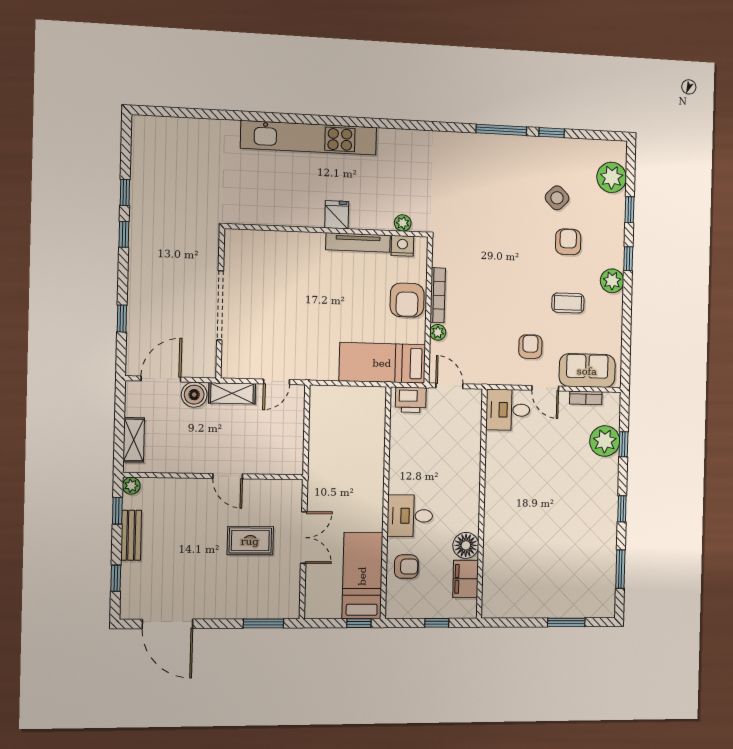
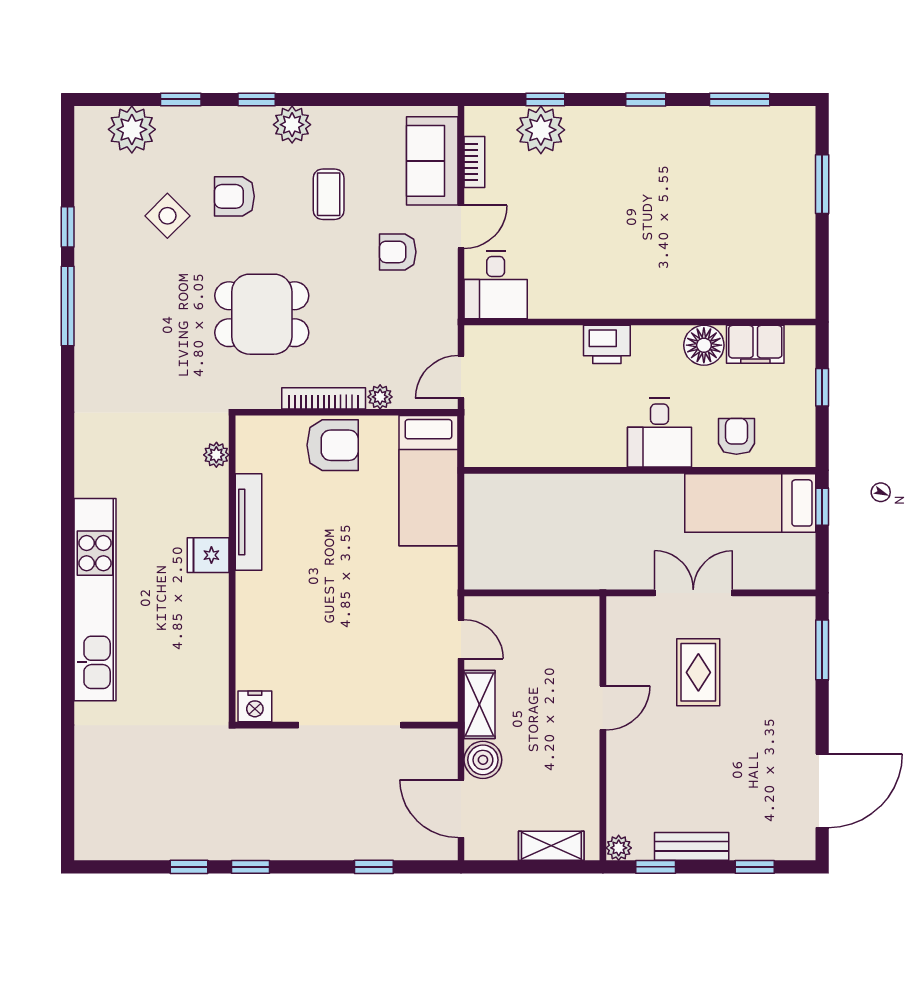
nightstand: (402, 246) -> (255, 706), moved, turned -90
dining table: (493, 257) -> (262, 314), added
printer: (411, 400) -> (607, 344), moved, turned 90

